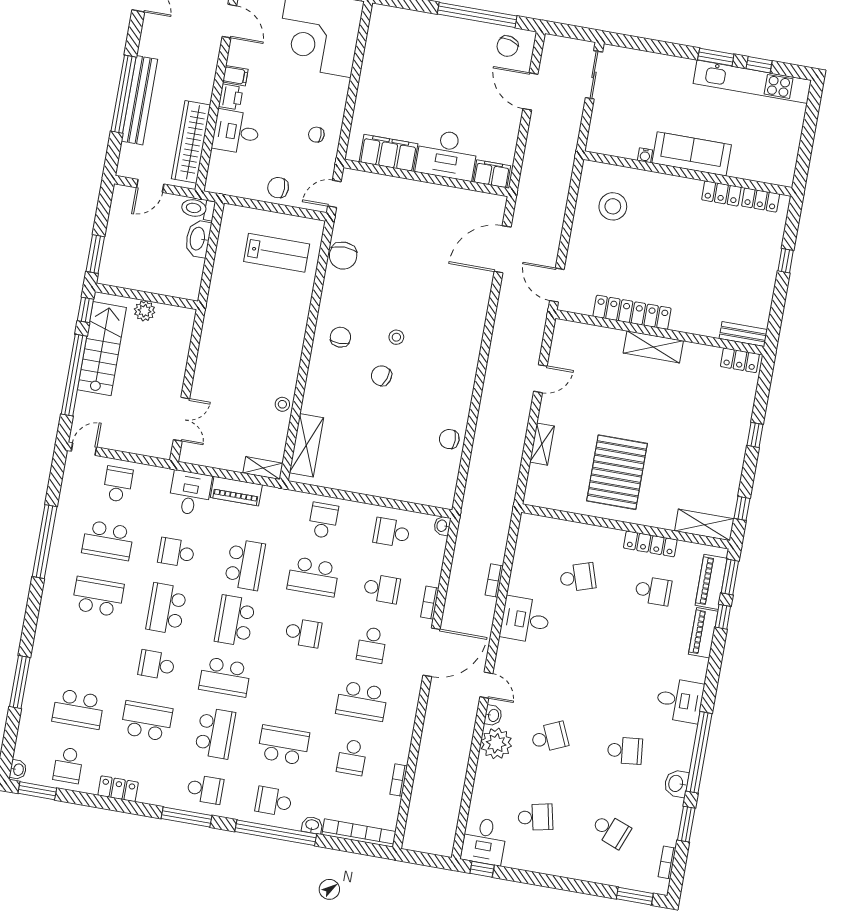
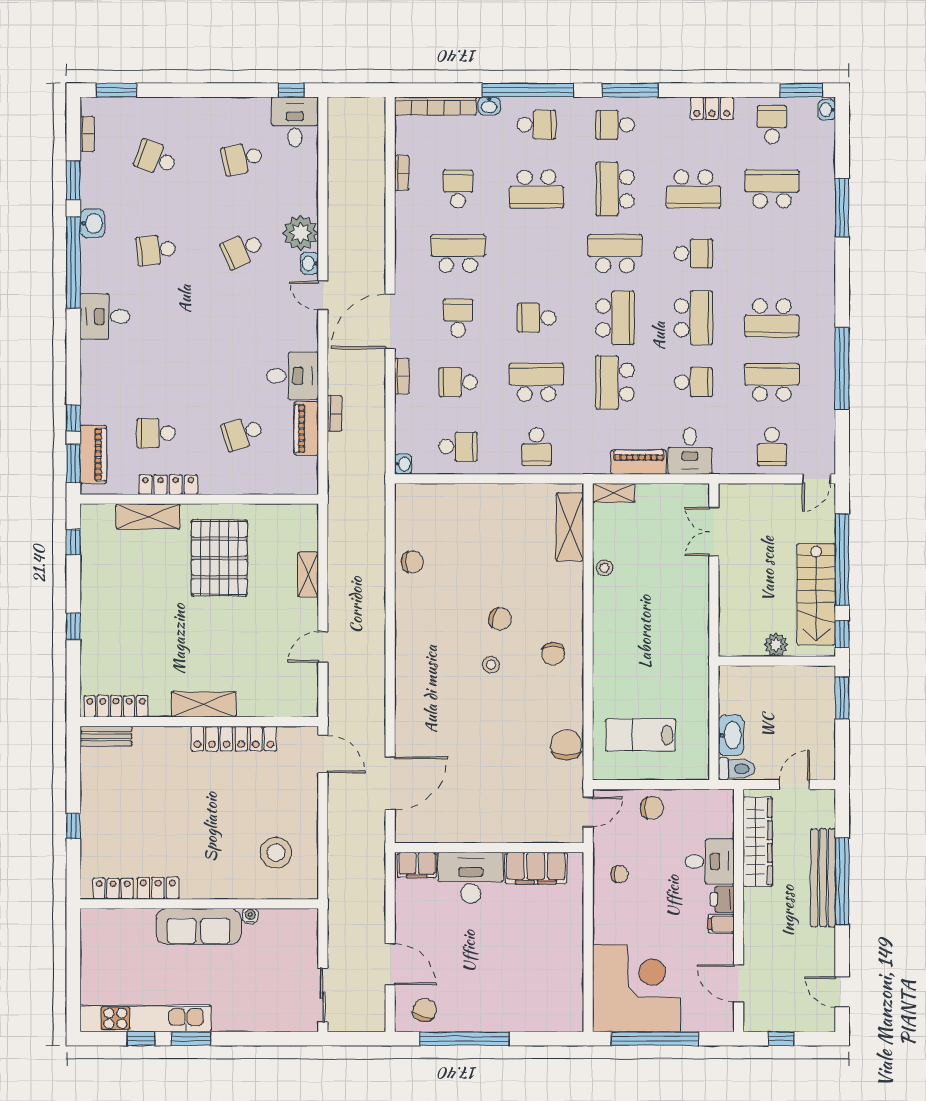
locker: (740, 360) -> (116, 706), width x1.53
shelving: (704, 525) -> (148, 516), moved
piano: (703, 633) -> (306, 429), moved, turned 180

